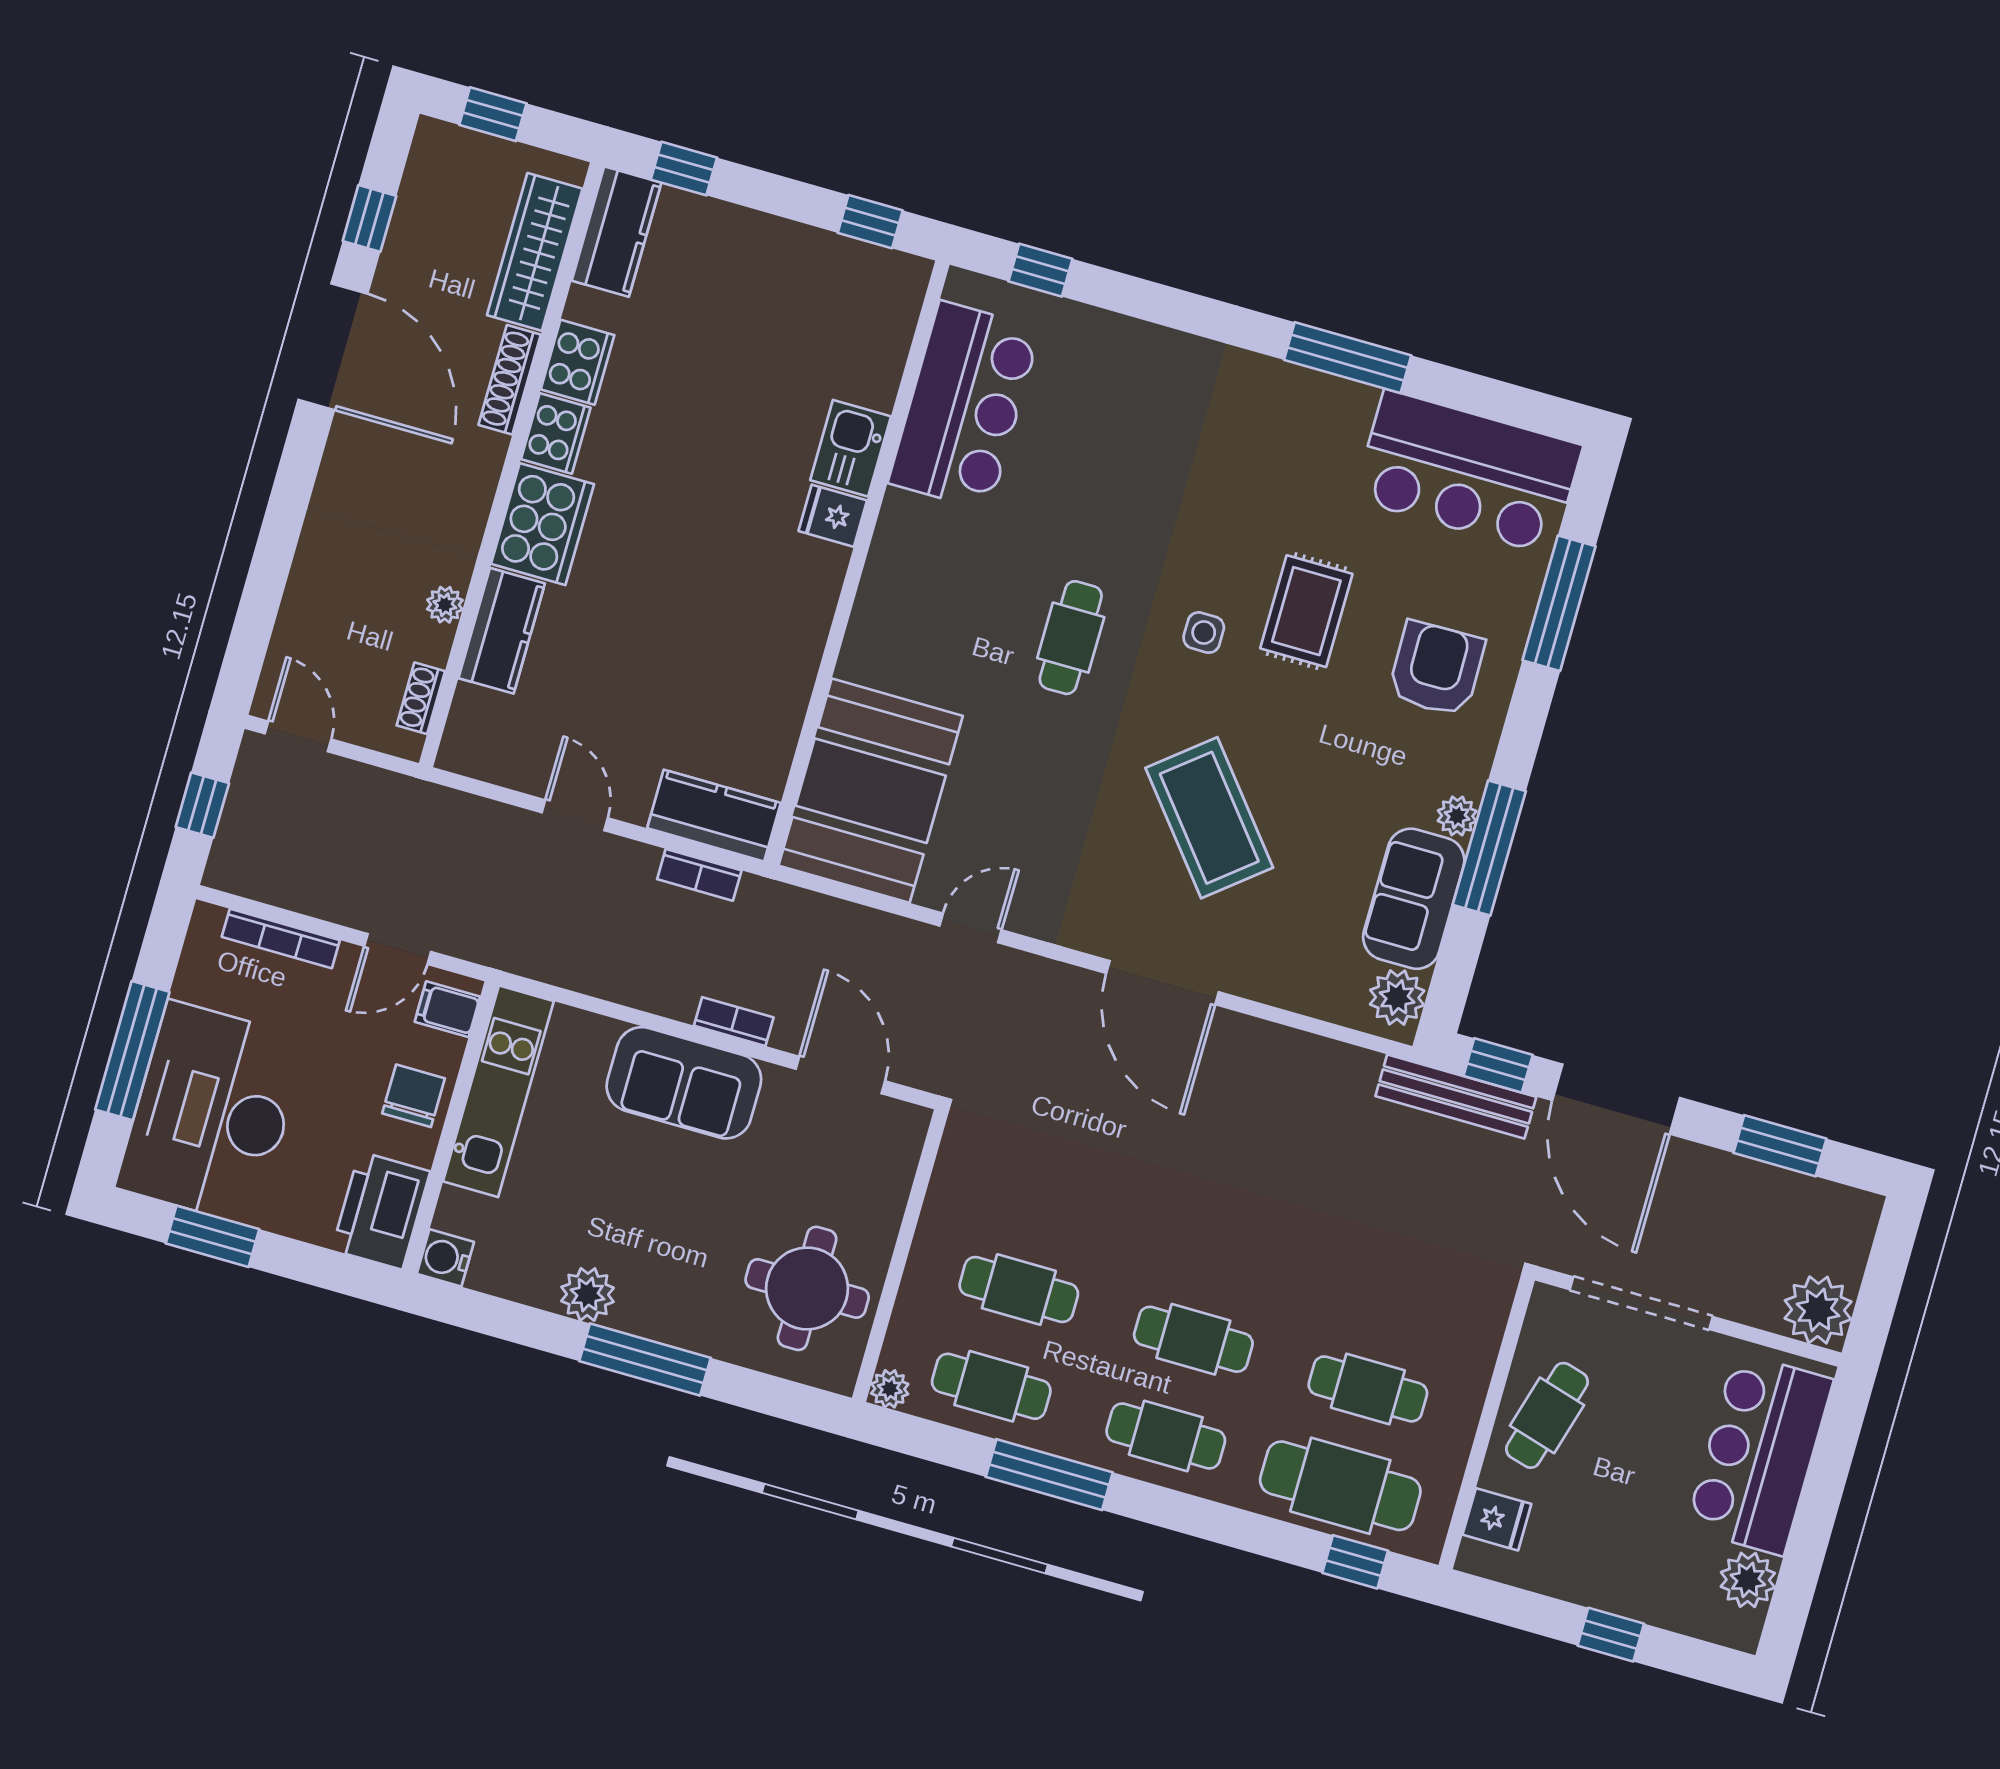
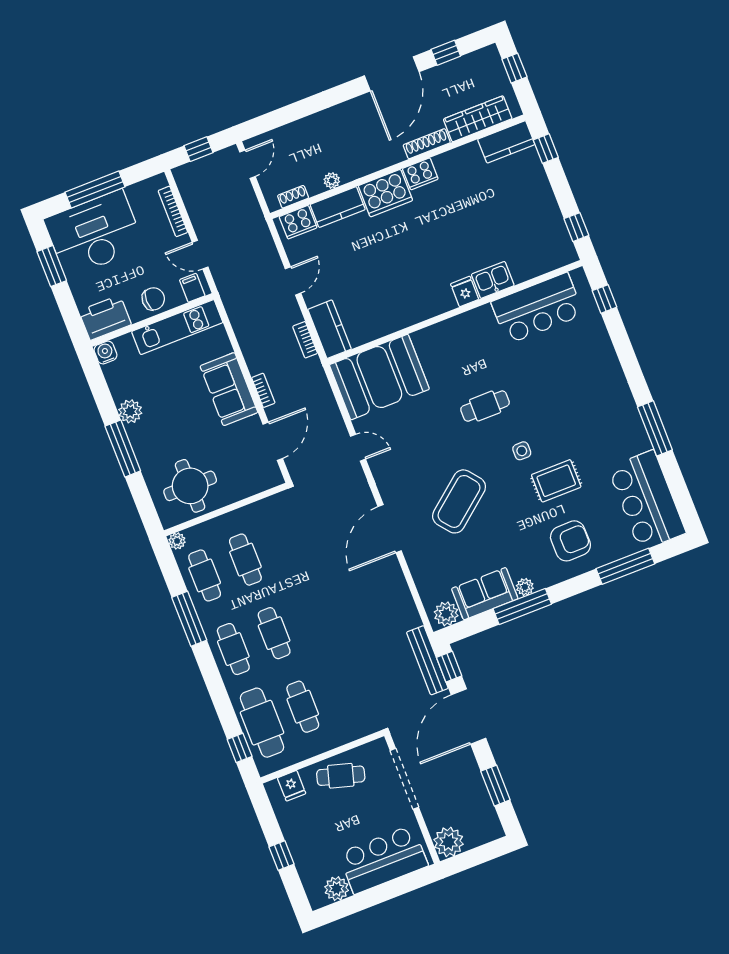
cooker: (578, 362) -> (298, 222), moved

